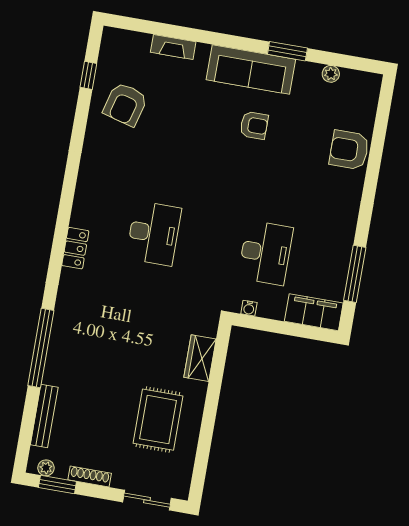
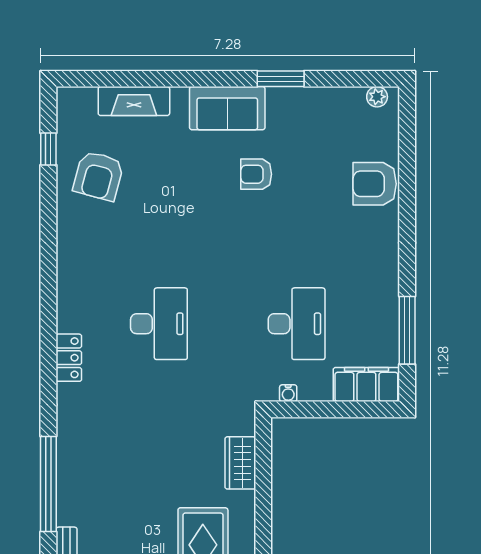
fireplace: (173, 47) -> (134, 101), width x1.37, depth x1.32
sofa: (251, 69) -> (227, 108), width x0.73
plant: (331, 74) -> (377, 97), moved
armchair: (254, 125) -> (256, 174), turned 180

